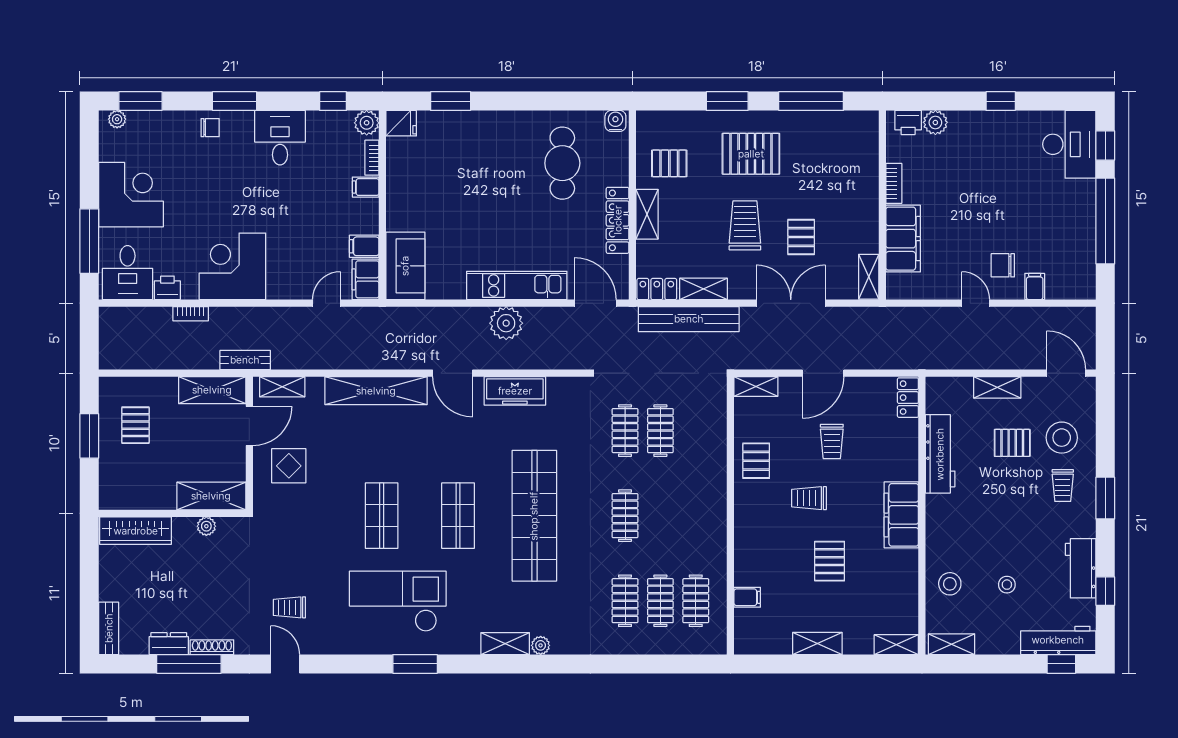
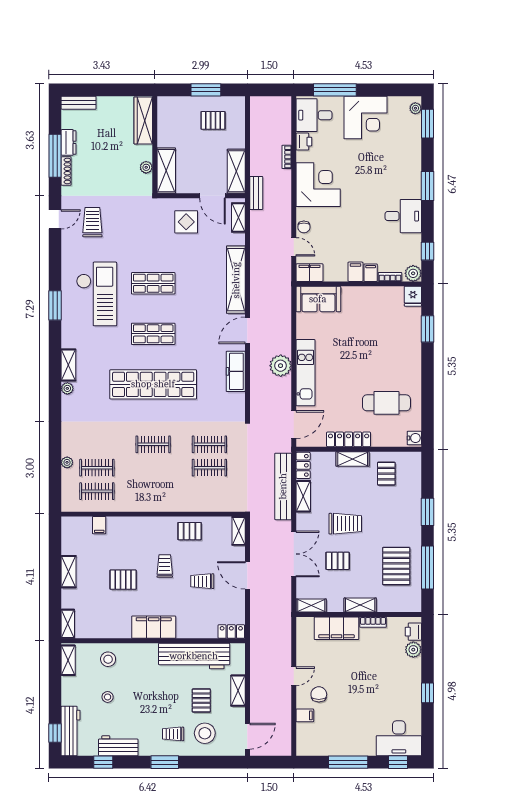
chair: (210, 128) -> (304, 227), moved
pallet: (751, 154) -> (396, 566), moved
shelving: (868, 203) -> (360, 605), added
window: (1105, 221) -> (348, 762), width x0.68
filing cabinet: (364, 246) -> (355, 272), moved
workbench: (940, 454) -> (194, 656), width x1.36, depth x1.32
clothes rail: (625, 601) -> (97, 444), removed
trolley: (289, 607) -> (92, 222), width x1.36, depth x1.39
plant: (652, 646) -> (67, 462), added

